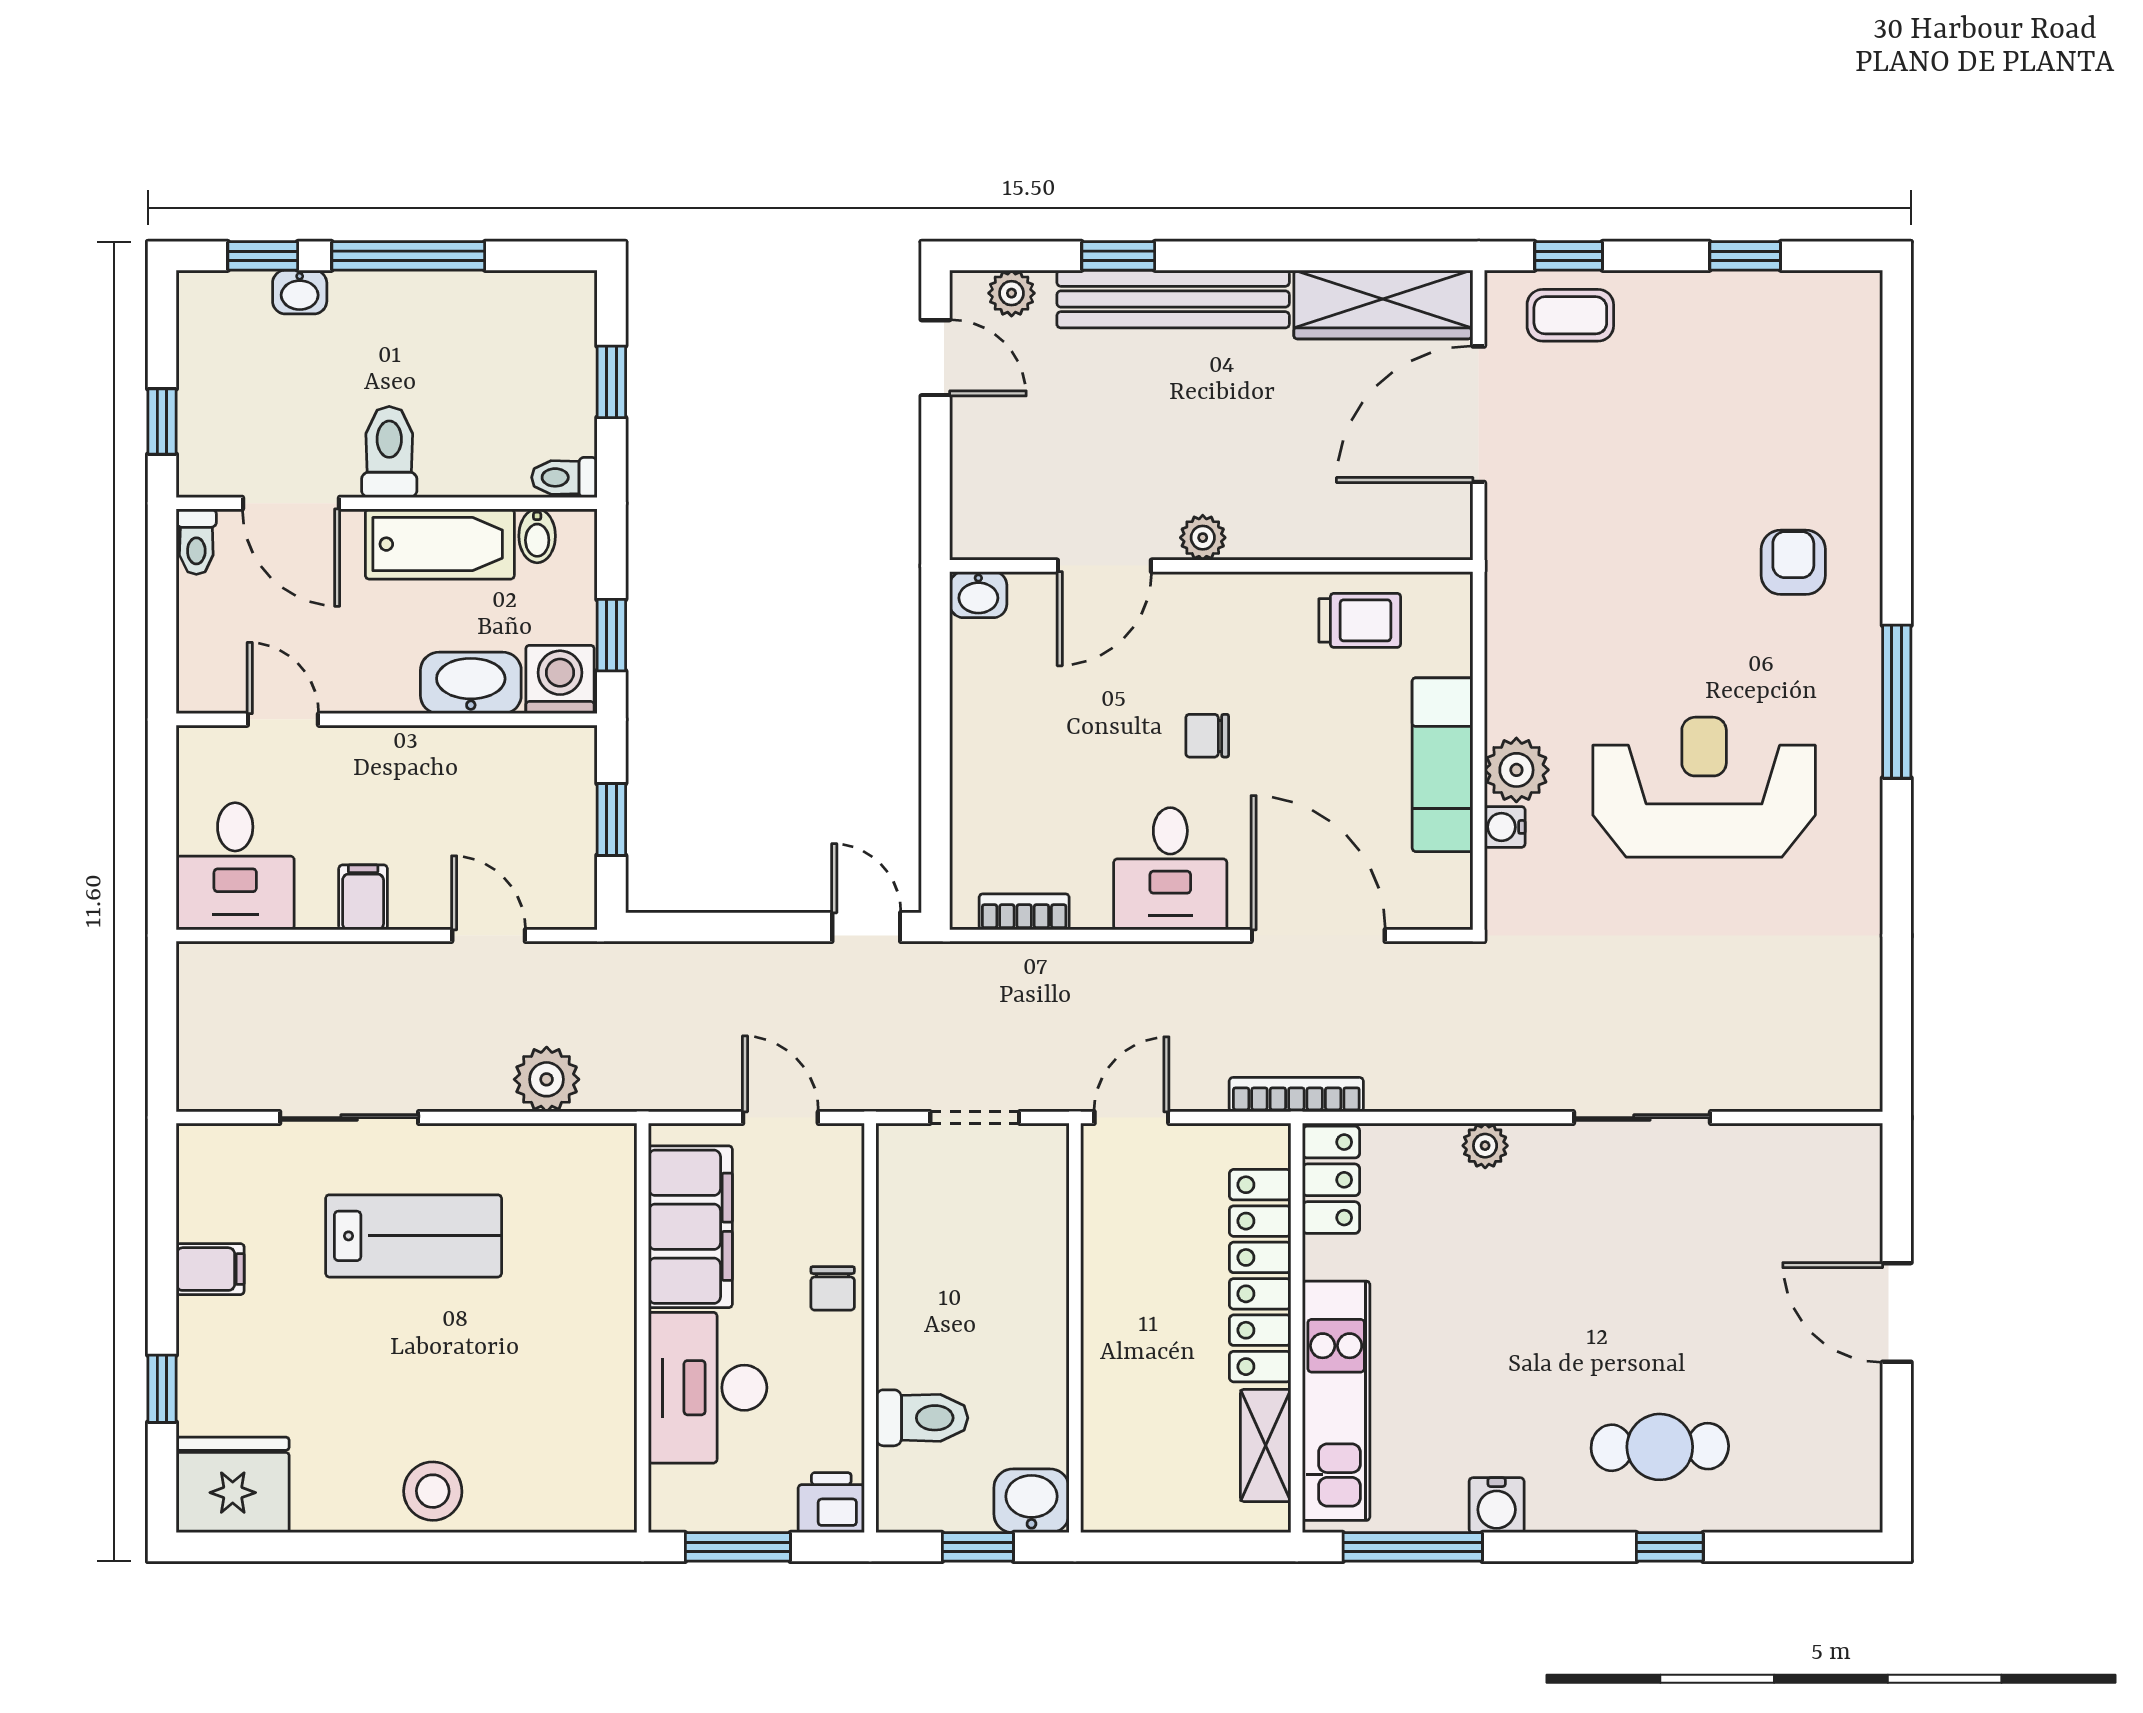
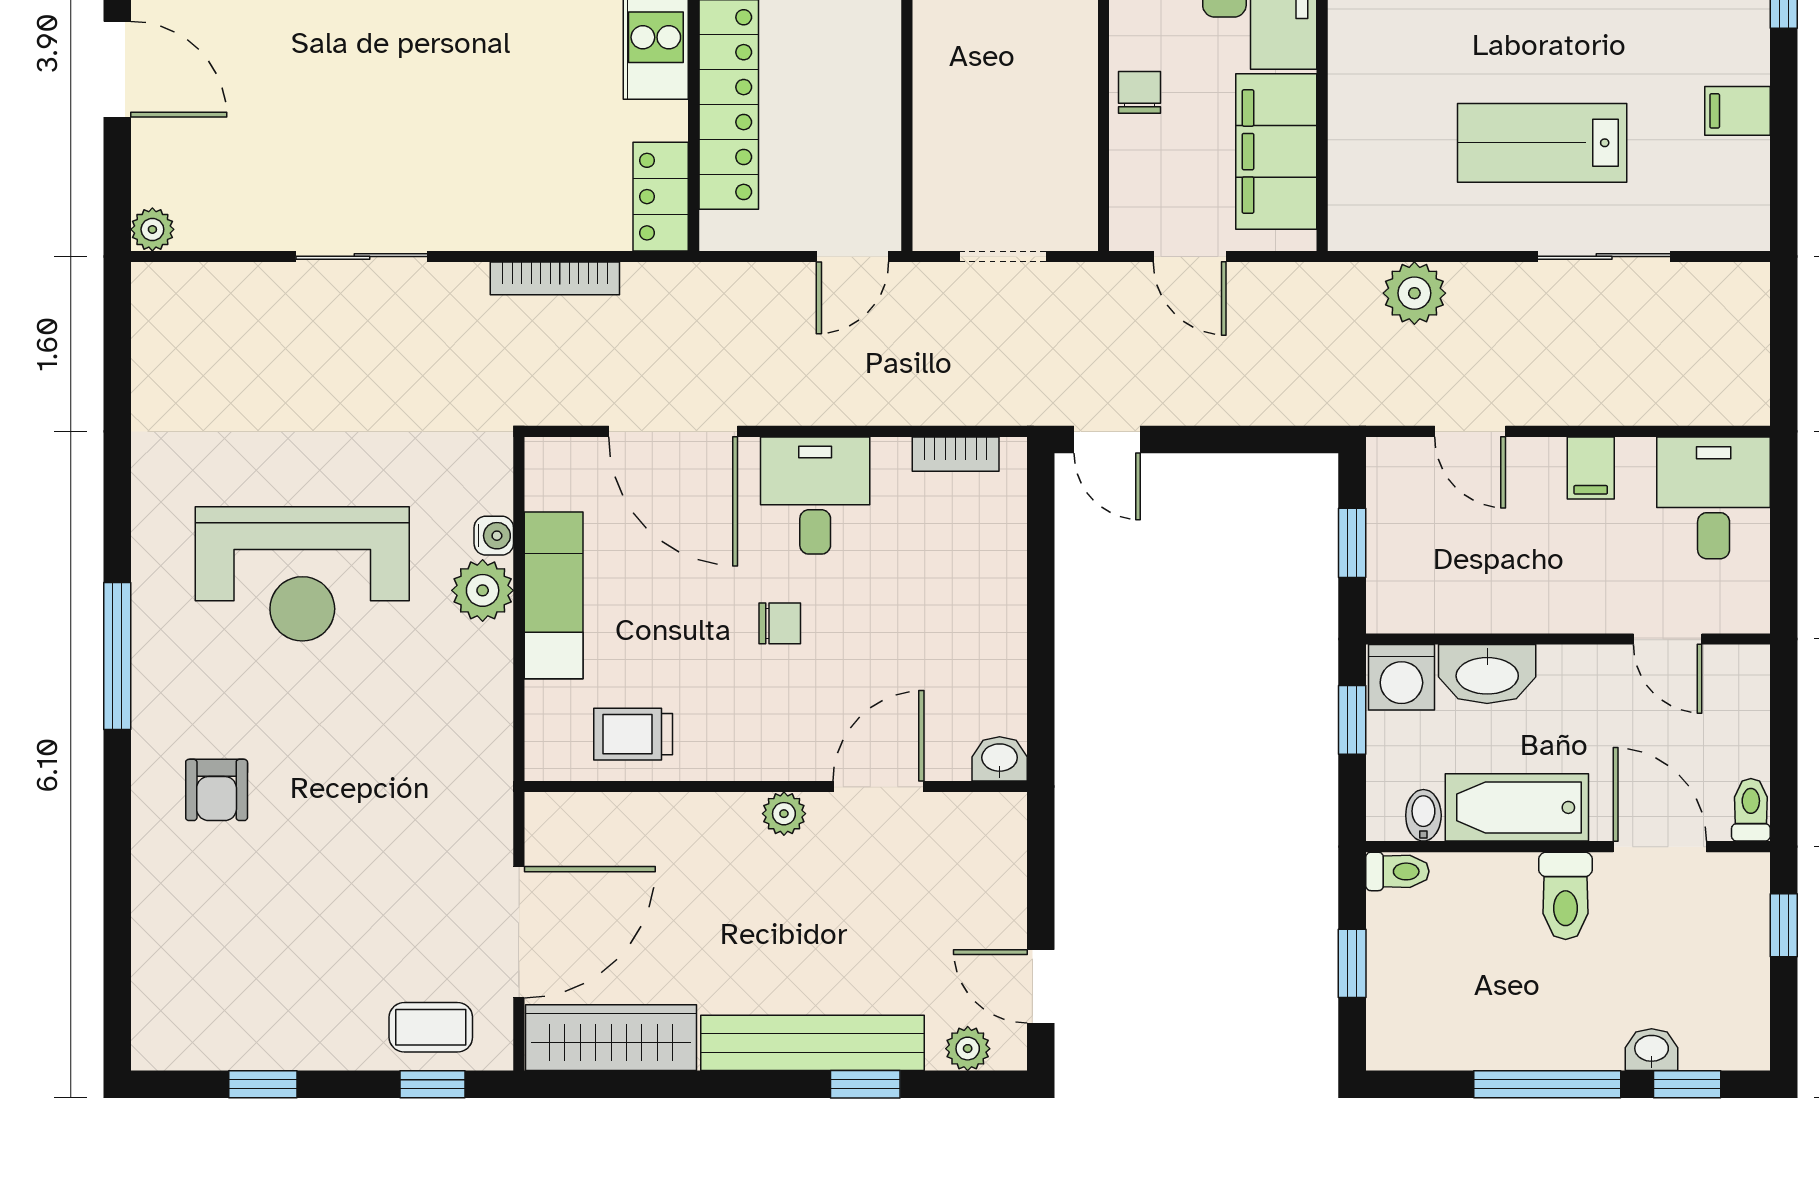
bookcase: (1296, 1095) -> (555, 278), moved
plant: (1485, 1146) -> (152, 229), moved

